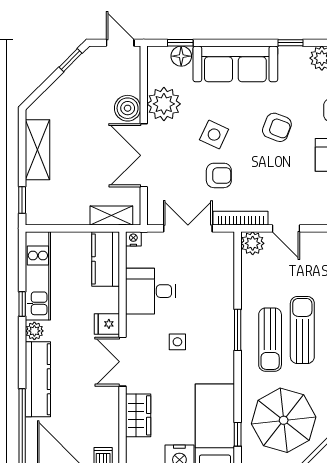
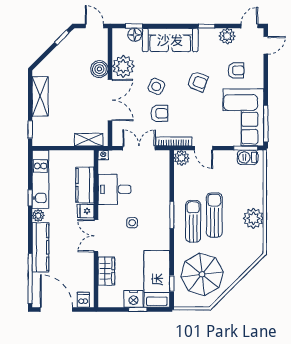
double door: (144, 155) -> (110, 100), swing flipped
kitchen counter: (106, 259) -> (85, 185), moved
sun lounger: (270, 340) -> (193, 221), turned 180

